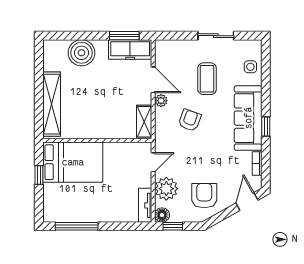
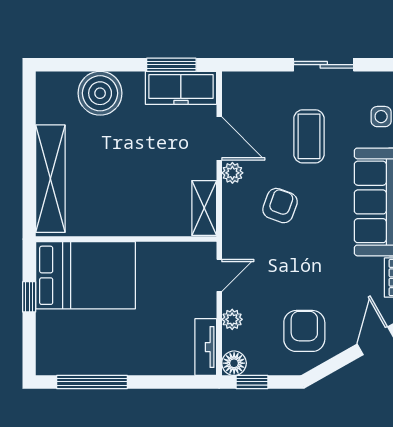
plant: (166, 189) -> (232, 319), width x0.53, depth x0.53

